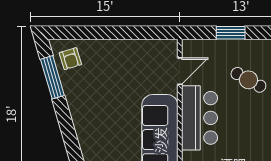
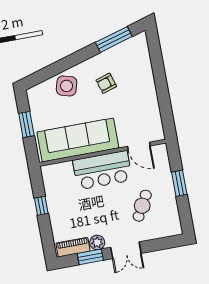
armchair: (70, 59) -> (106, 83), moved
side table: (96, 141) -> (67, 86), added

